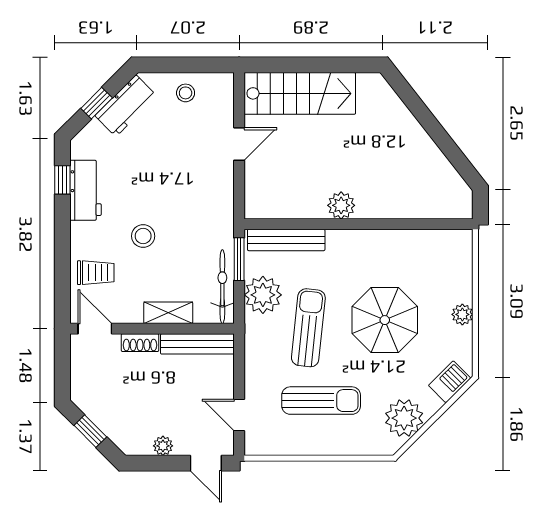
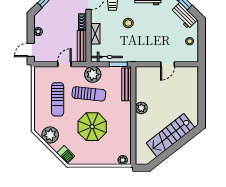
stairs: (300, 93) -> (170, 135), moved, turned 52
door: (239, 144) -> (168, 64), hinge flipped
plant: (263, 295) -> (93, 74), moved
plant: (462, 314) -> (123, 160), moved
door: (239, 415) -> (64, 64), moved

